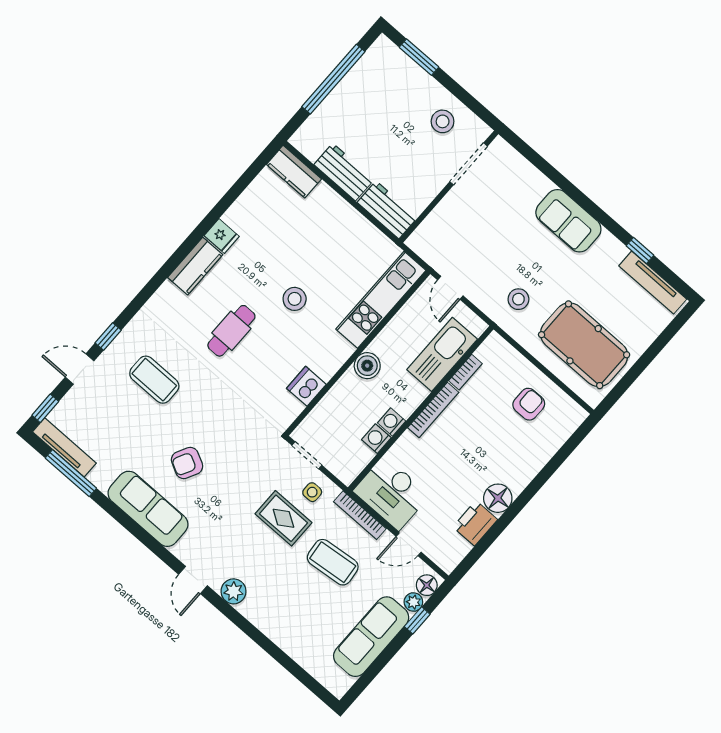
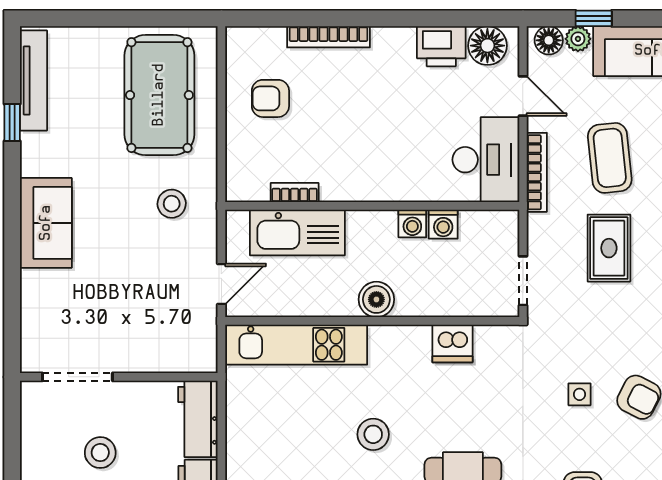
stool: (443, 121) -> (100, 453), moved
bookcase: (433, 410) -> (328, 37), moved, turned 180
side table: (312, 492) -> (579, 394), moved
floor lamp: (498, 498) -> (487, 46), moved

